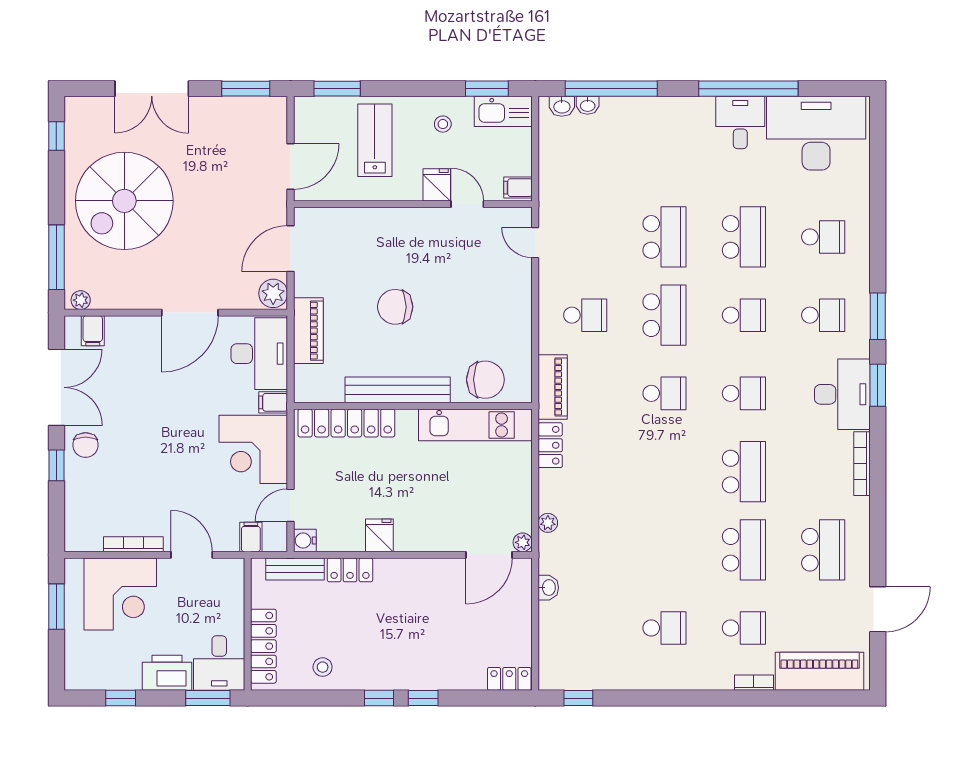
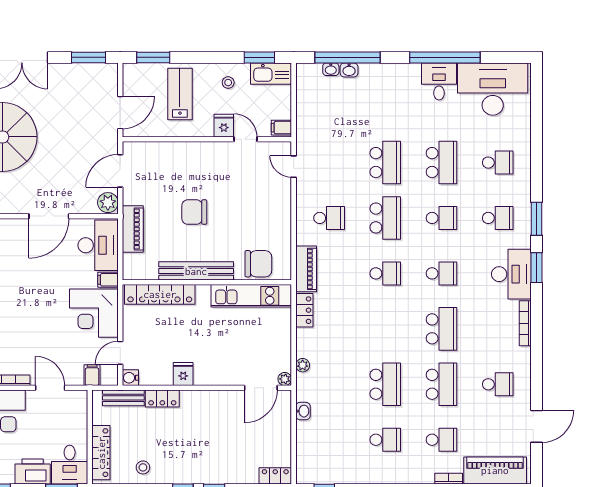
washbasin: (562, 106) -> (349, 70), moved
school desk: (665, 550) -> (385, 384), added
school desk: (823, 550) -> (498, 384), width x0.54

